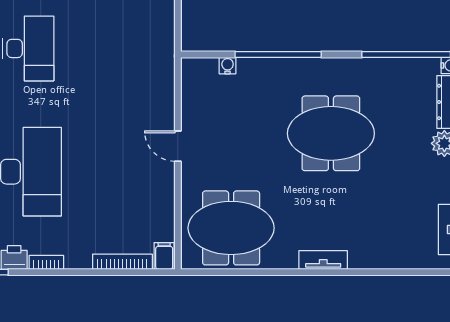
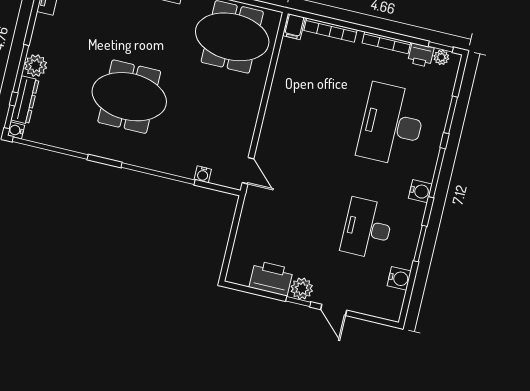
door: (178, 146) -> (248, 171), moved
bookcase: (46, 262) -> (386, 43), width x1.56

